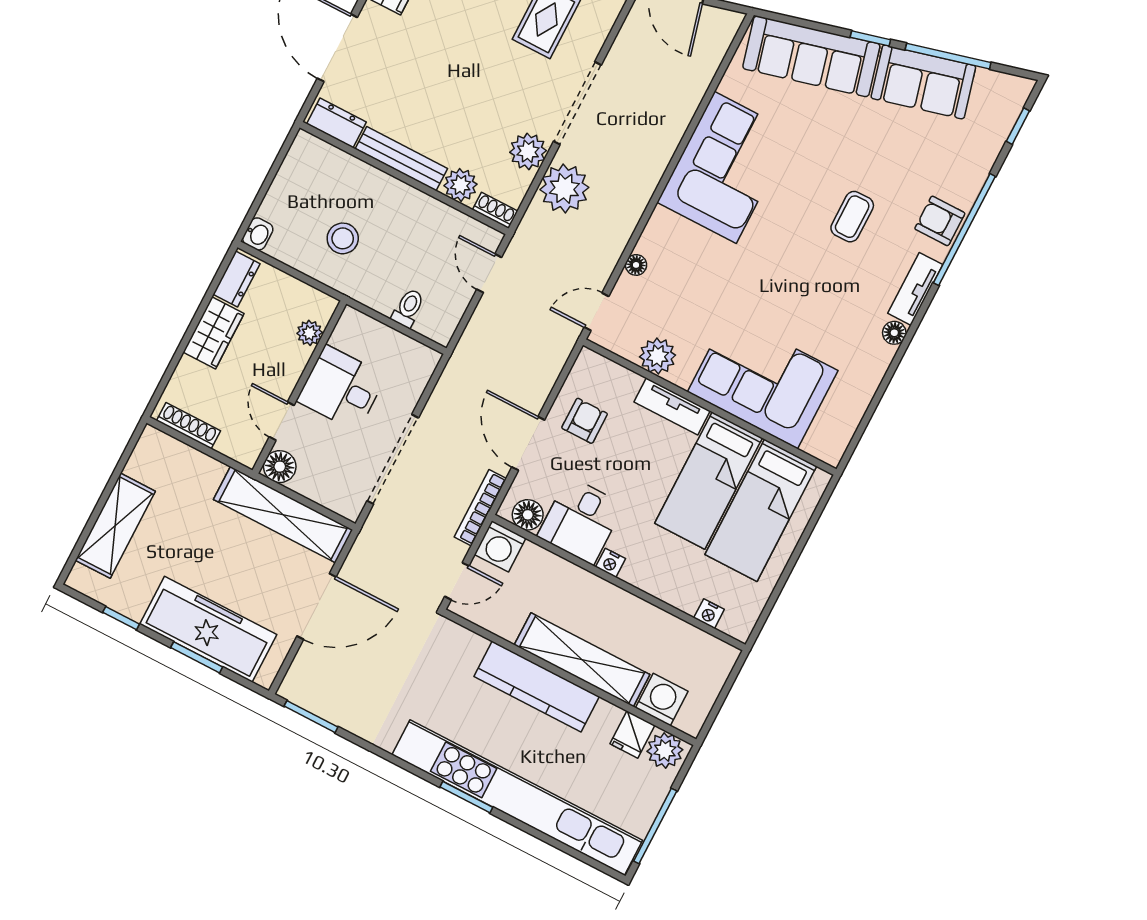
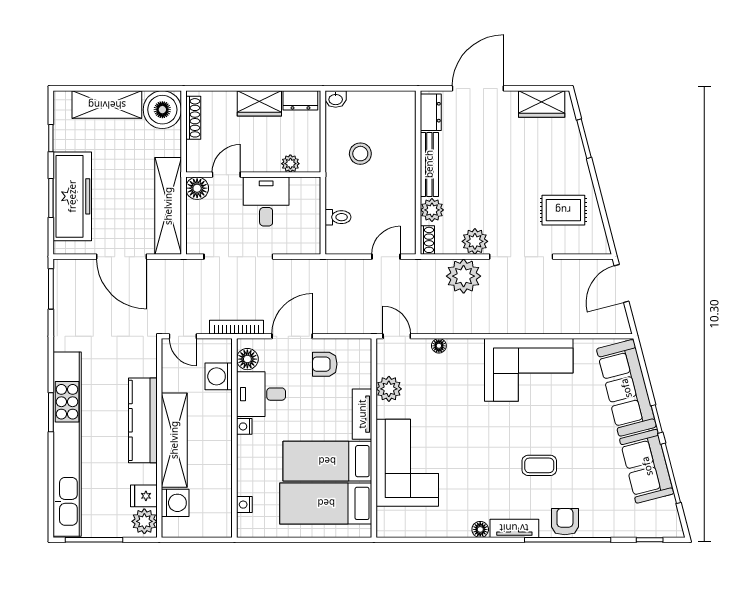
armchair: (585, 421) -> (325, 364), turned 180
boiler: (158, 459) -> (162, 110), added
washing machine: (500, 546) -> (219, 376), moved

